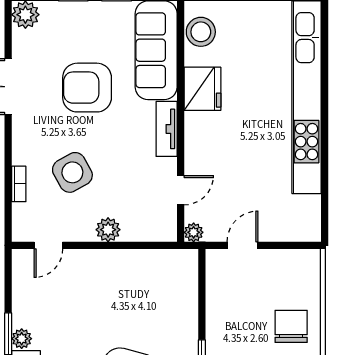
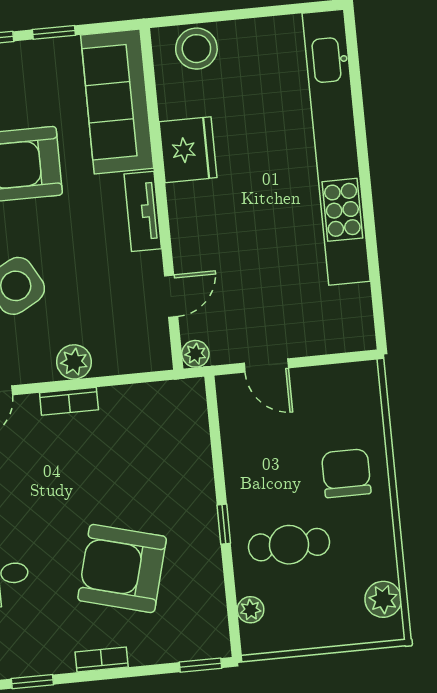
stool: (201, 32) -> (196, 49), moved
door: (242, 245) -> (266, 365), swing flipped
bookcase: (102, 257) -> (69, 401), added

